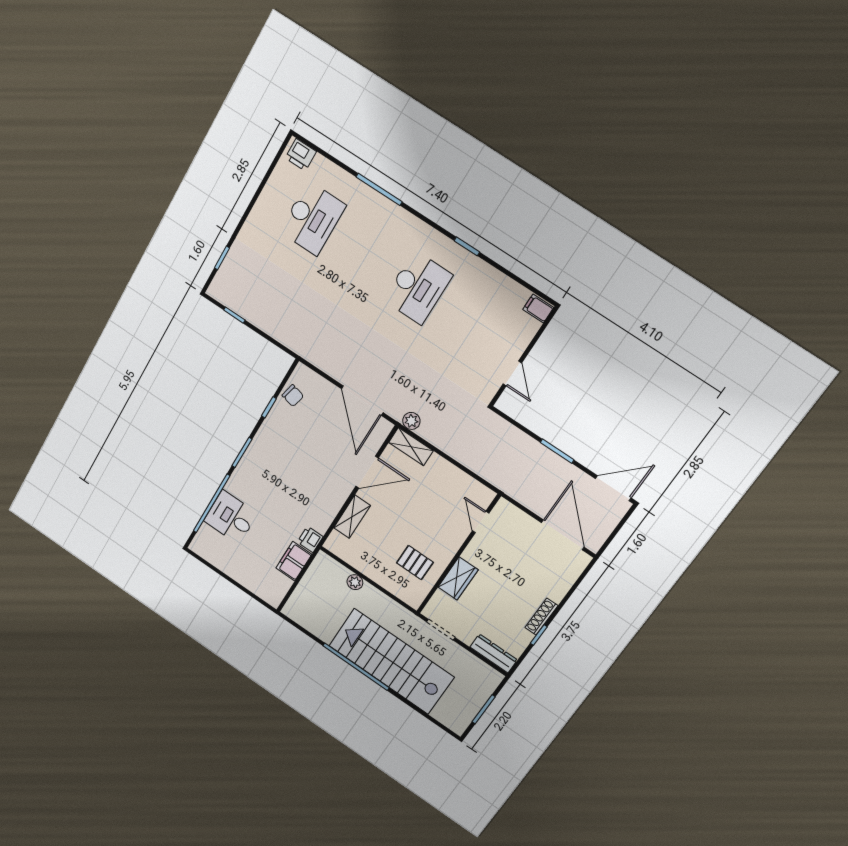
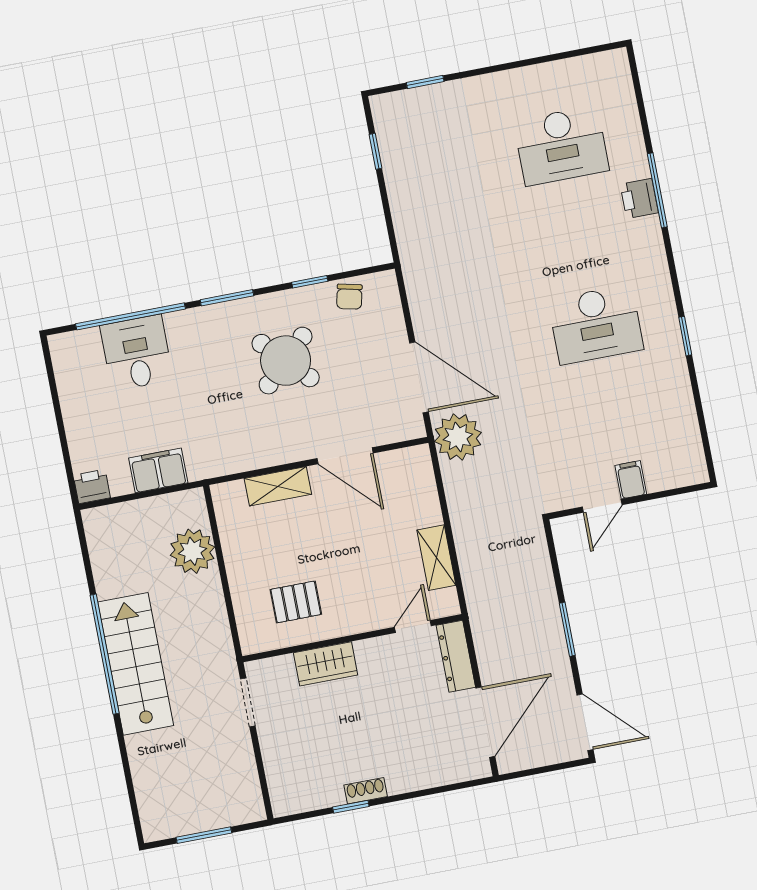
printer: (301, 155) -> (639, 198), moved
filing cabinet: (538, 308) -> (631, 480), moved
door: (362, 401) -> (419, 377), swing flipped
plant: (411, 421) -> (458, 437), width x1.88, depth x1.88
shelving: (411, 447) -> (436, 558), moved
round table: (296, 455) -> (286, 361), added
printer: (310, 539) -> (92, 486), moved
pallet: (415, 563) -> (296, 602), turned 90
plant: (355, 582) -> (192, 551), width x1.88, depth x1.88
shoe rack: (541, 617) -> (366, 791), width x0.70
dresser: (494, 653) -> (456, 656), moved, turned 180
stairs: (391, 661) -> (136, 664), width x0.73, depth x0.66

